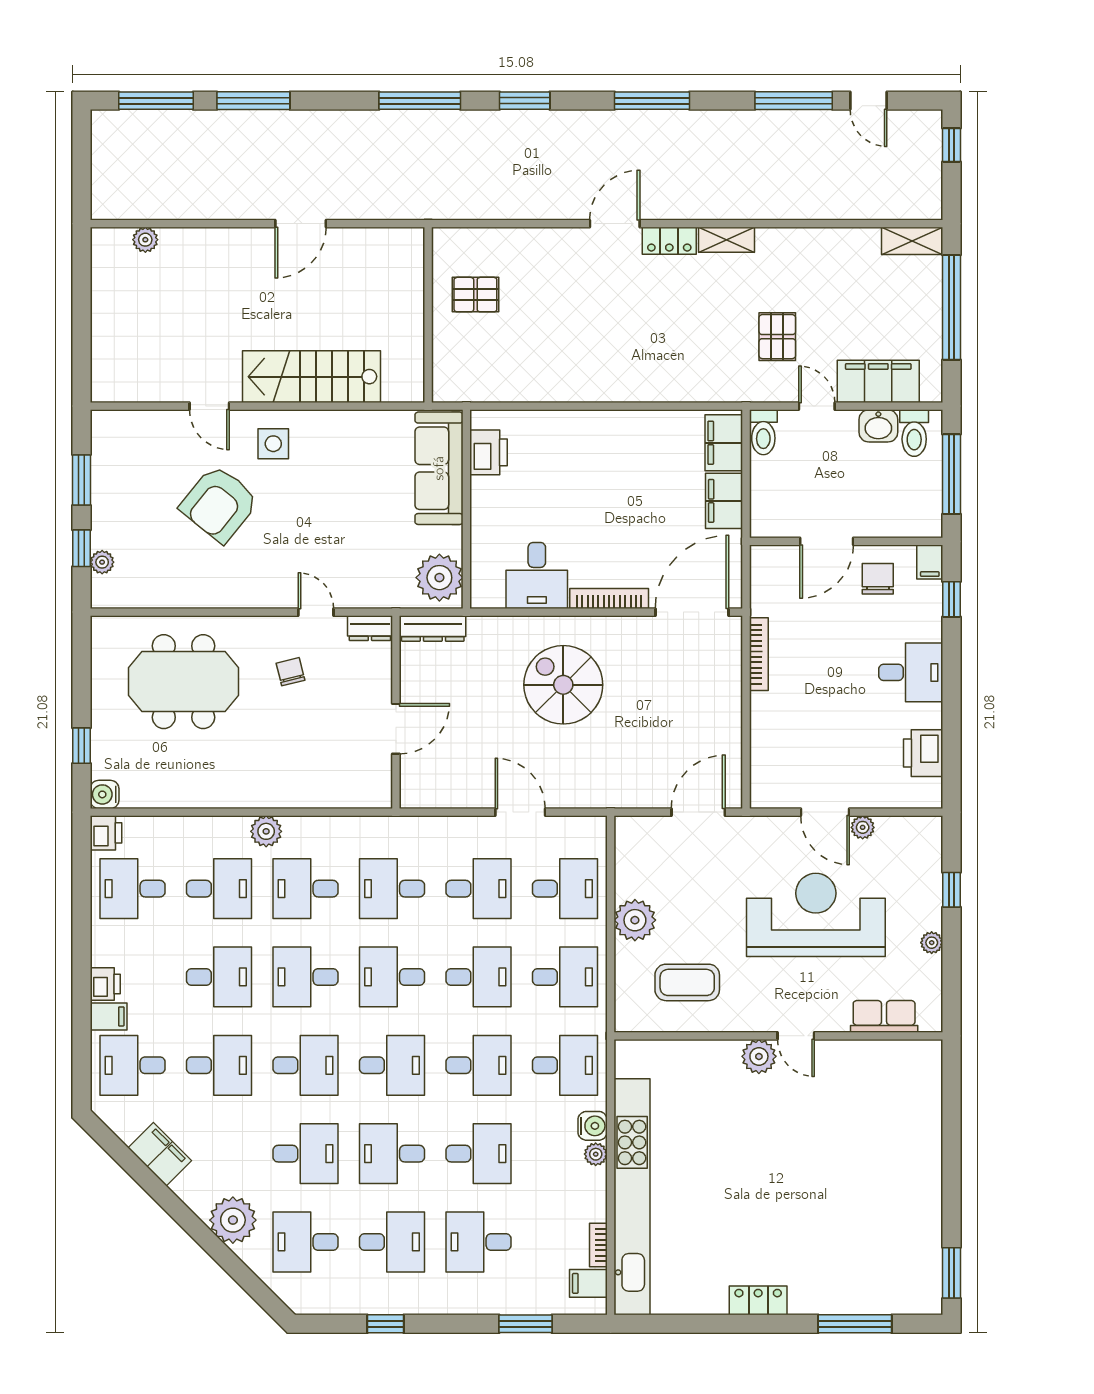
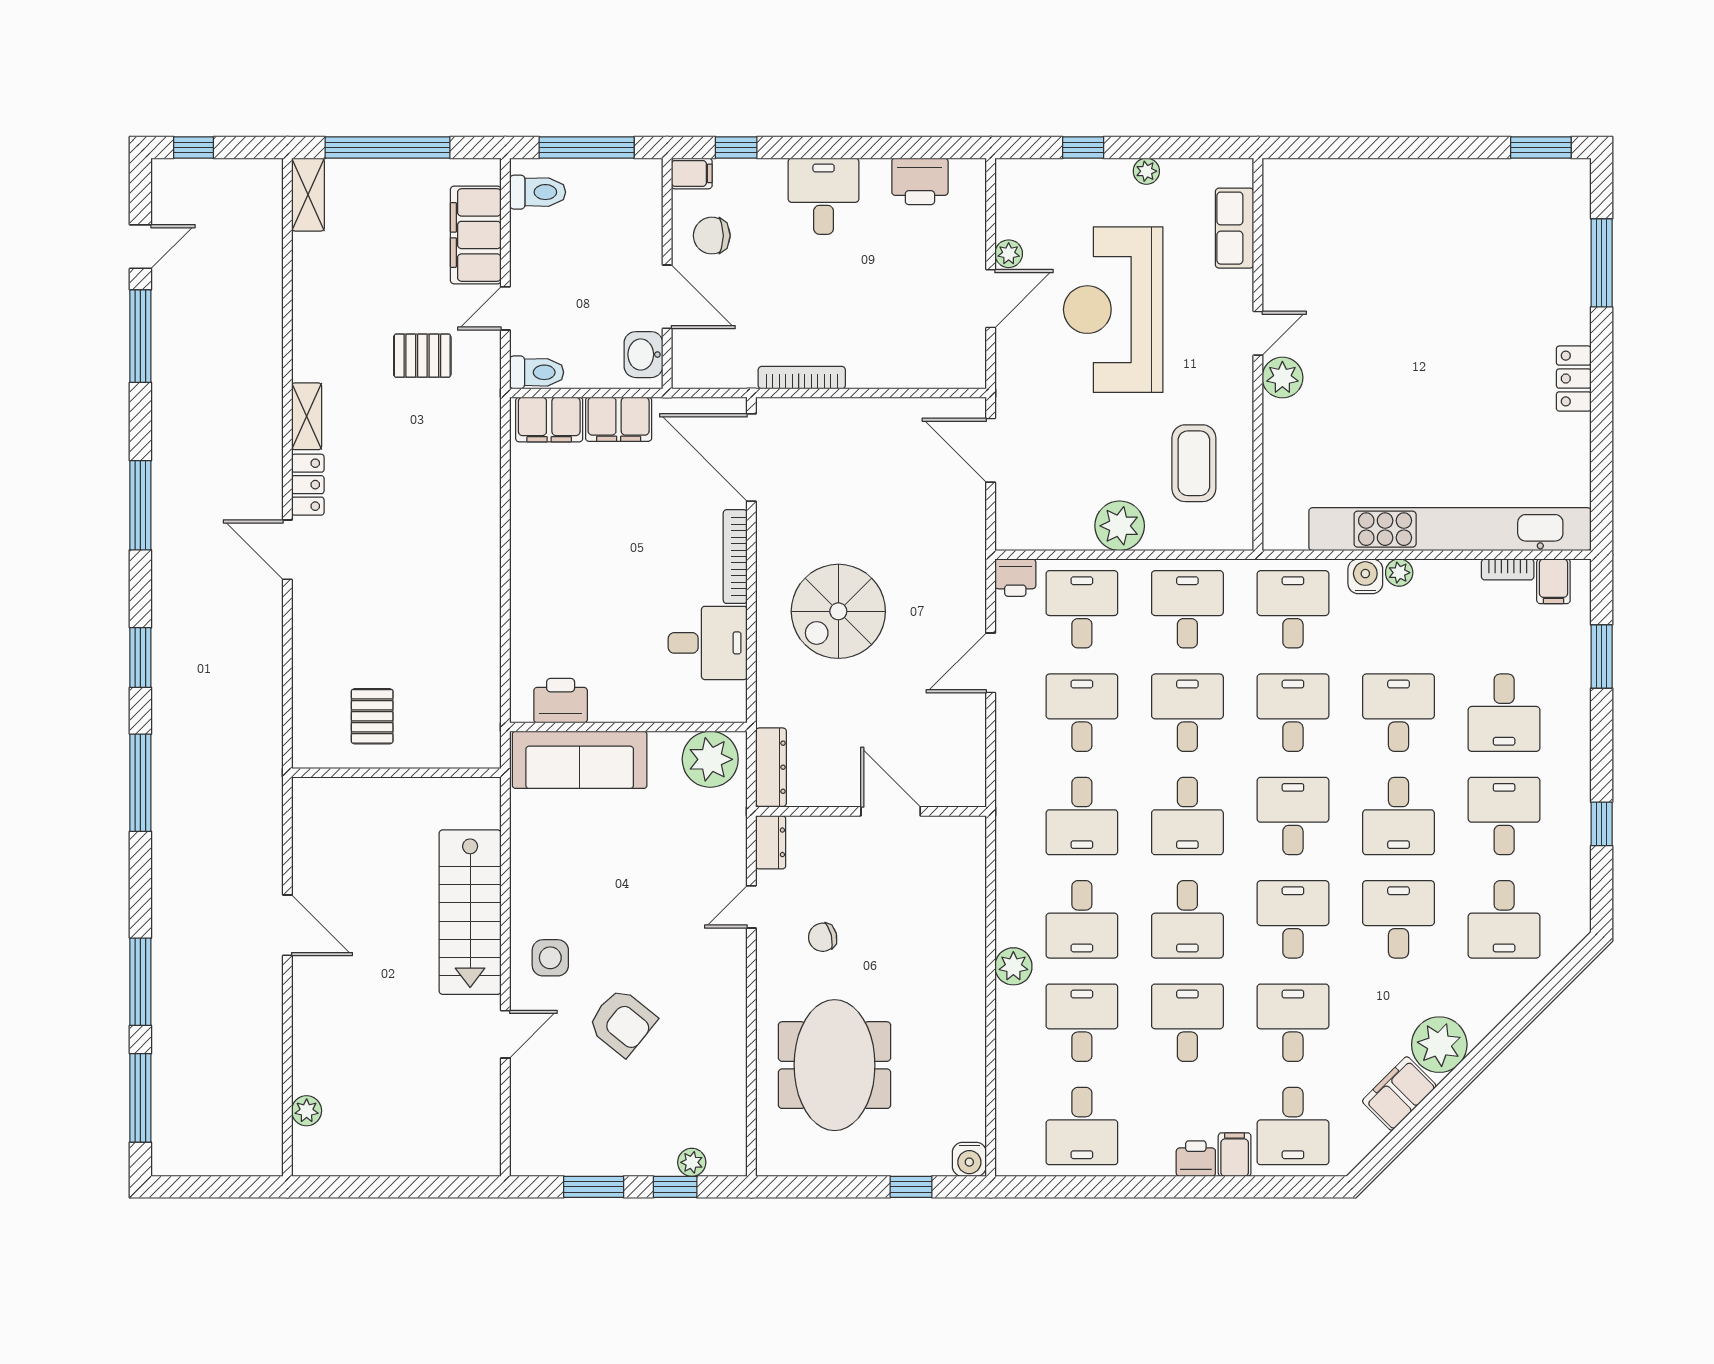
washbasin: (878, 426) -> (643, 355), moved, turned 180
armchair: (219, 504) -> (622, 1022), width x0.73, depth x0.73
printer: (106, 833) -> (1015, 578), moved, turned 180
plant: (233, 1220) -> (1439, 1045), moved

